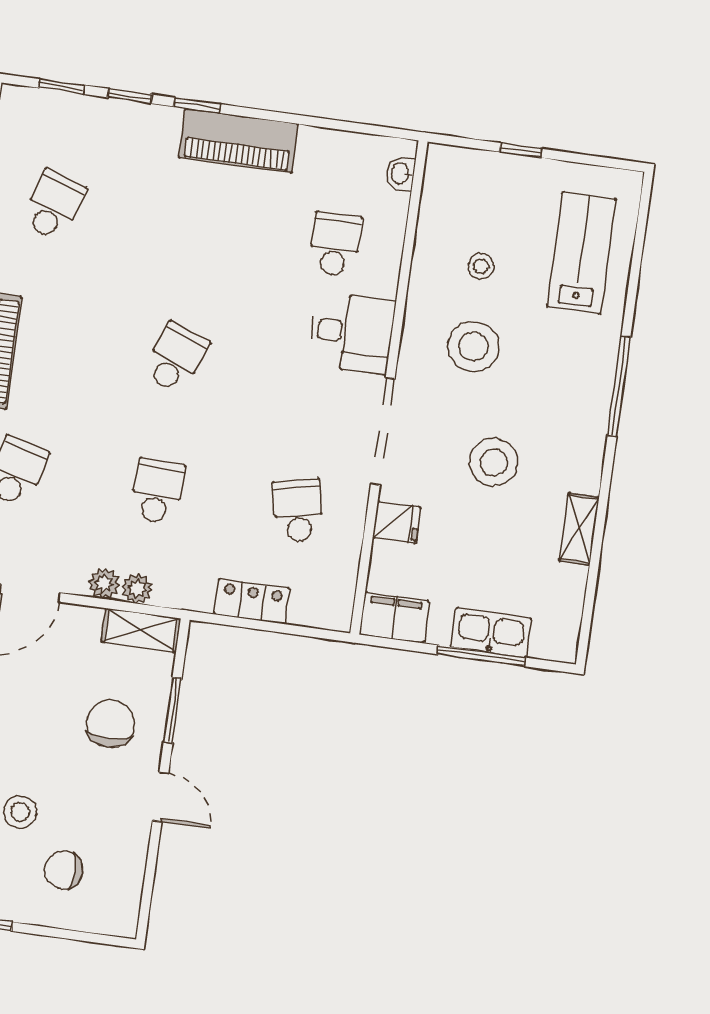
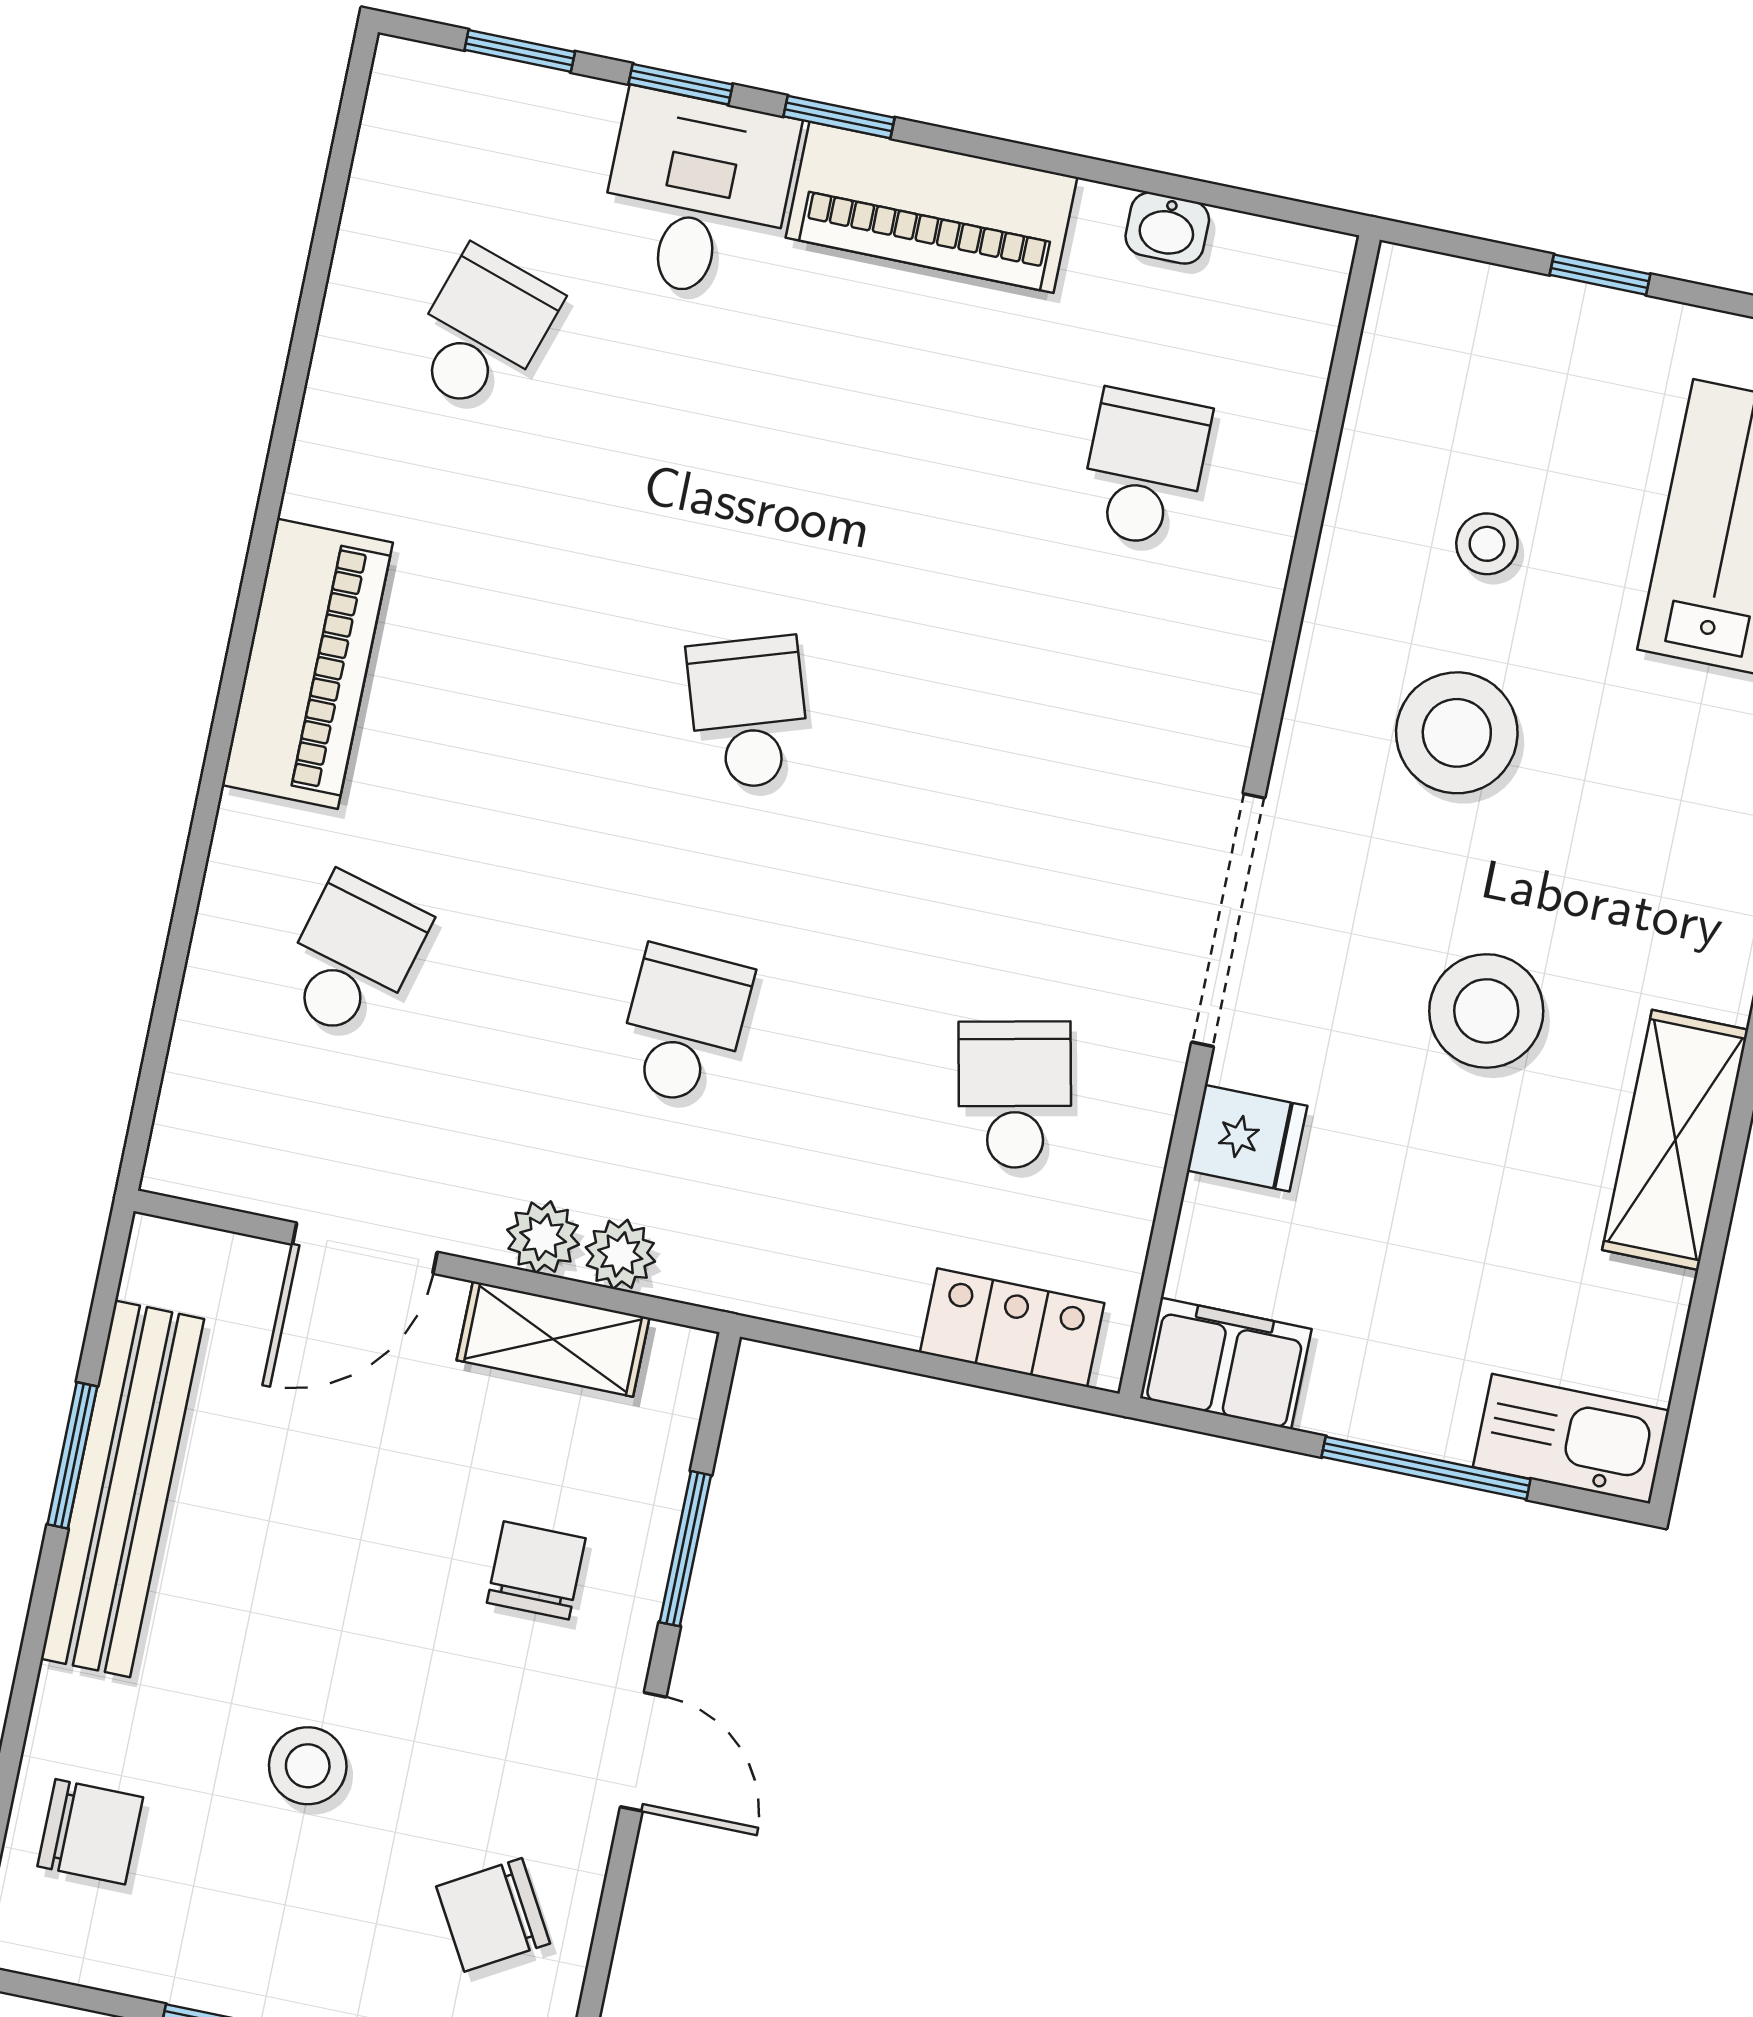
washbasin: (401, 173) -> (1167, 228), moved, turned -90
desk: (352, 333) -> (697, 195), moved, turned -90
school desk: (176, 358) -> (749, 713), turned -39
shelving: (579, 529) -> (1675, 1140), width x1.50, depth x1.33
locker: (252, 601) -> (1012, 1328), moved
shelving: (141, 630) -> (553, 1339), moved
kitchen sink: (491, 633) -> (1571, 1439), moved
chair: (111, 724) -> (536, 1570), width x0.73, depth x0.73
chair: (64, 870) -> (493, 1915), moved, turned -30

